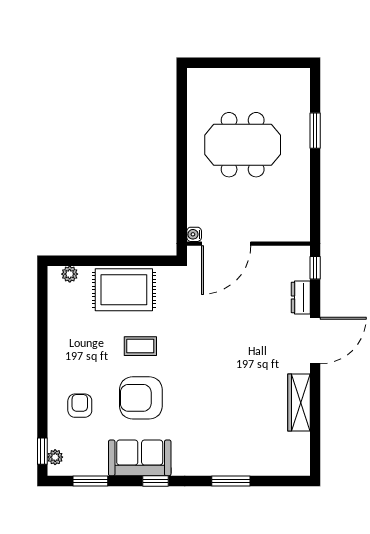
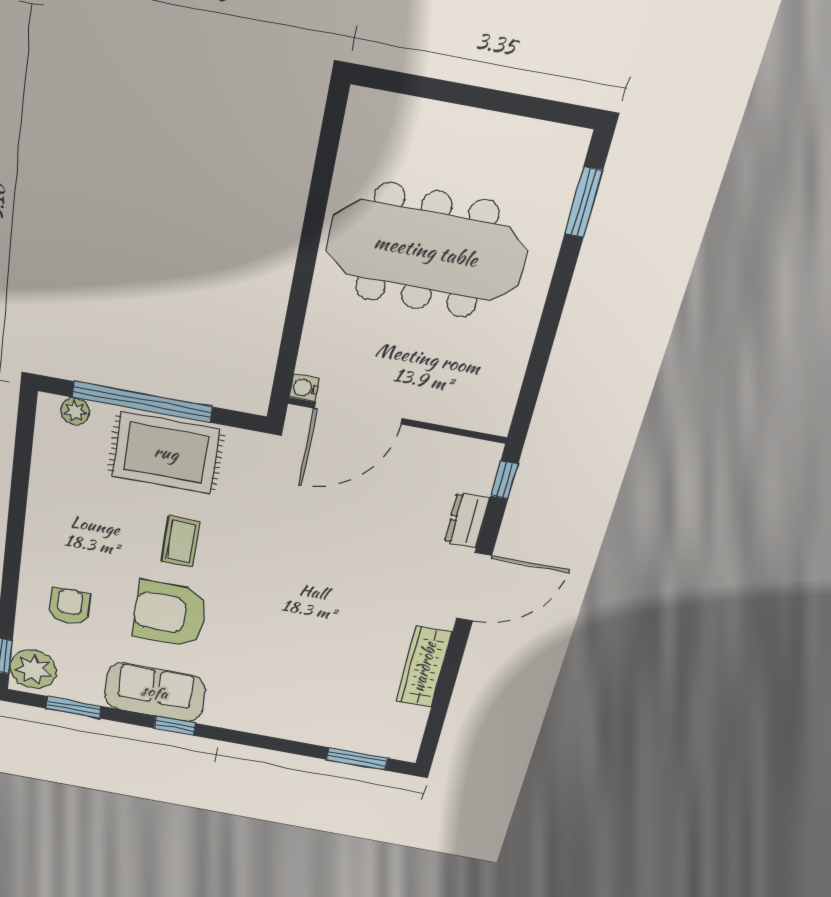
window: (315, 131) -> (584, 202), moved
meeting table: (243, 145) -> (426, 251), width x1.36
window: (106, 261) -> (142, 402), added
coffee table: (140, 346) -> (181, 542), turned 90
plant: (55, 457) -> (33, 669), width x1.88, depth x1.88
window: (231, 481) -> (357, 759), moved

